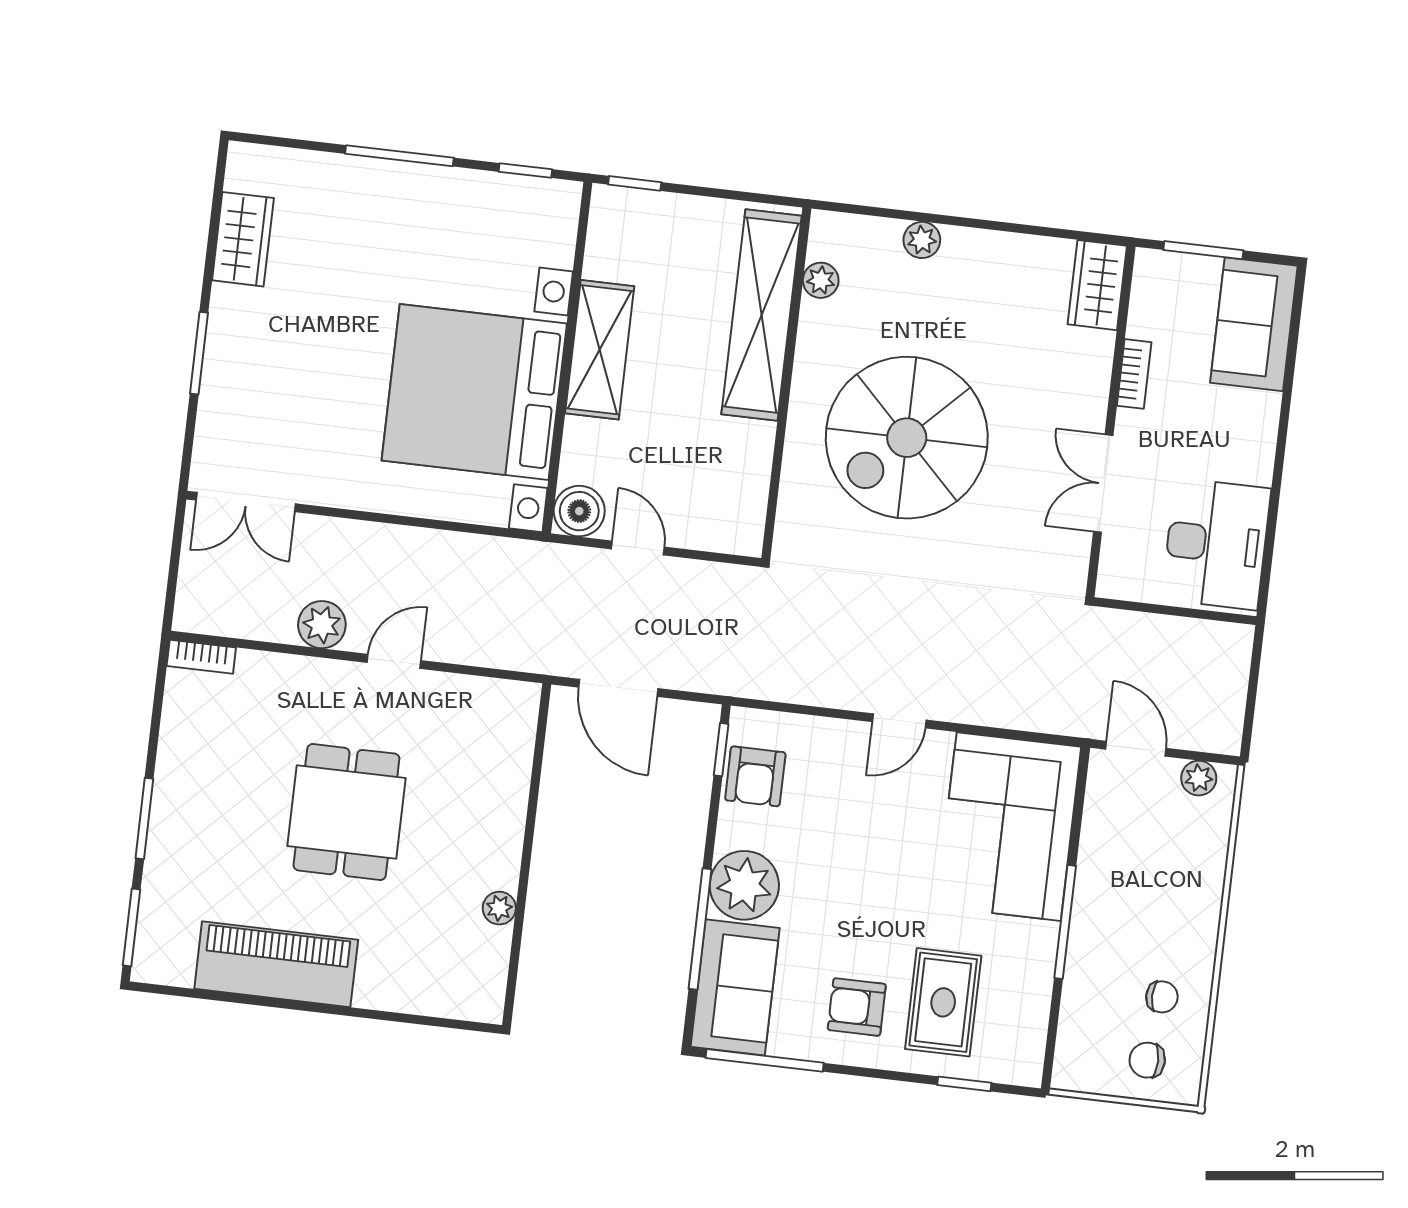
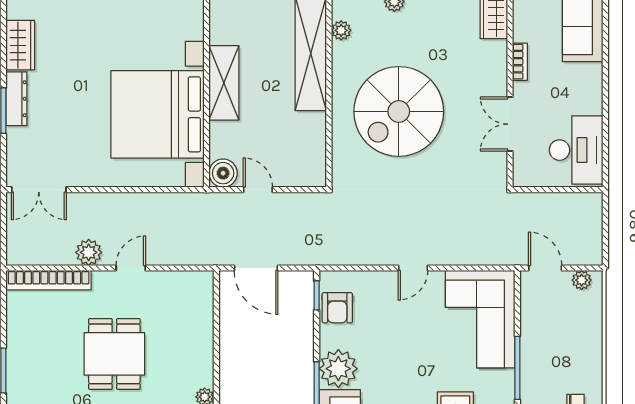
dresser: (225, 334) -> (16, 99), added
bookcase: (201, 657) -> (49, 280), width x2.31, depth x1.31

